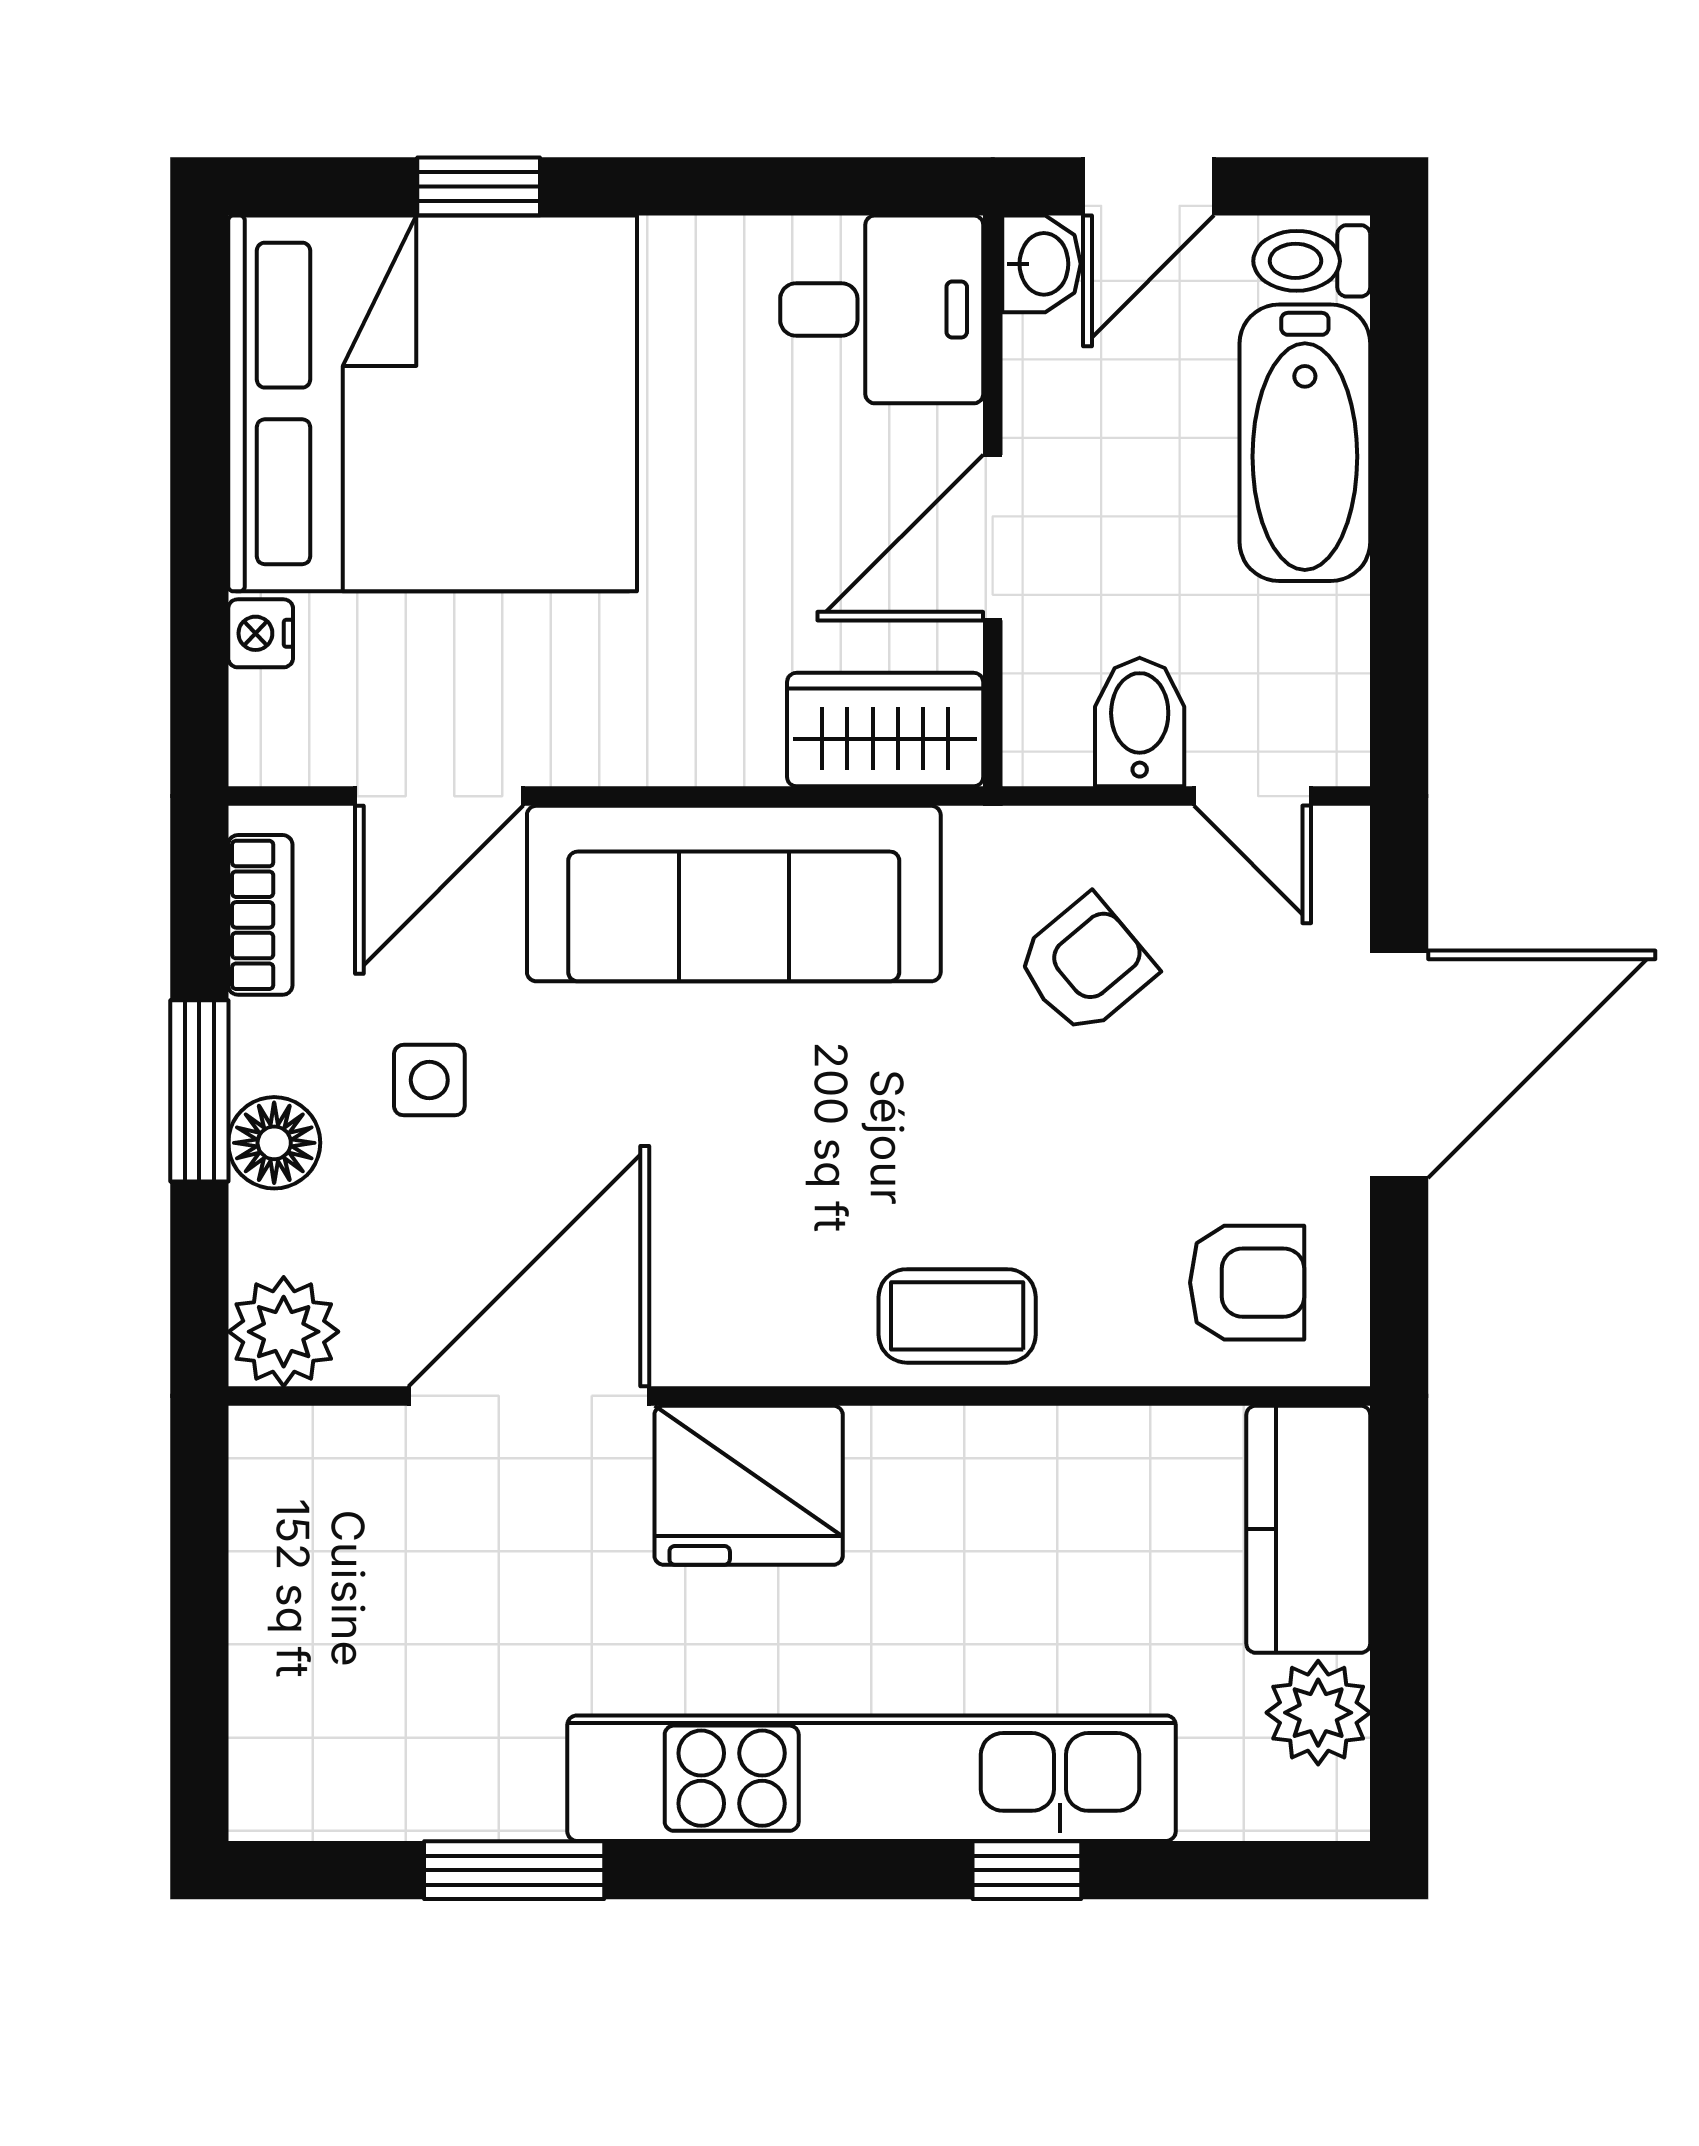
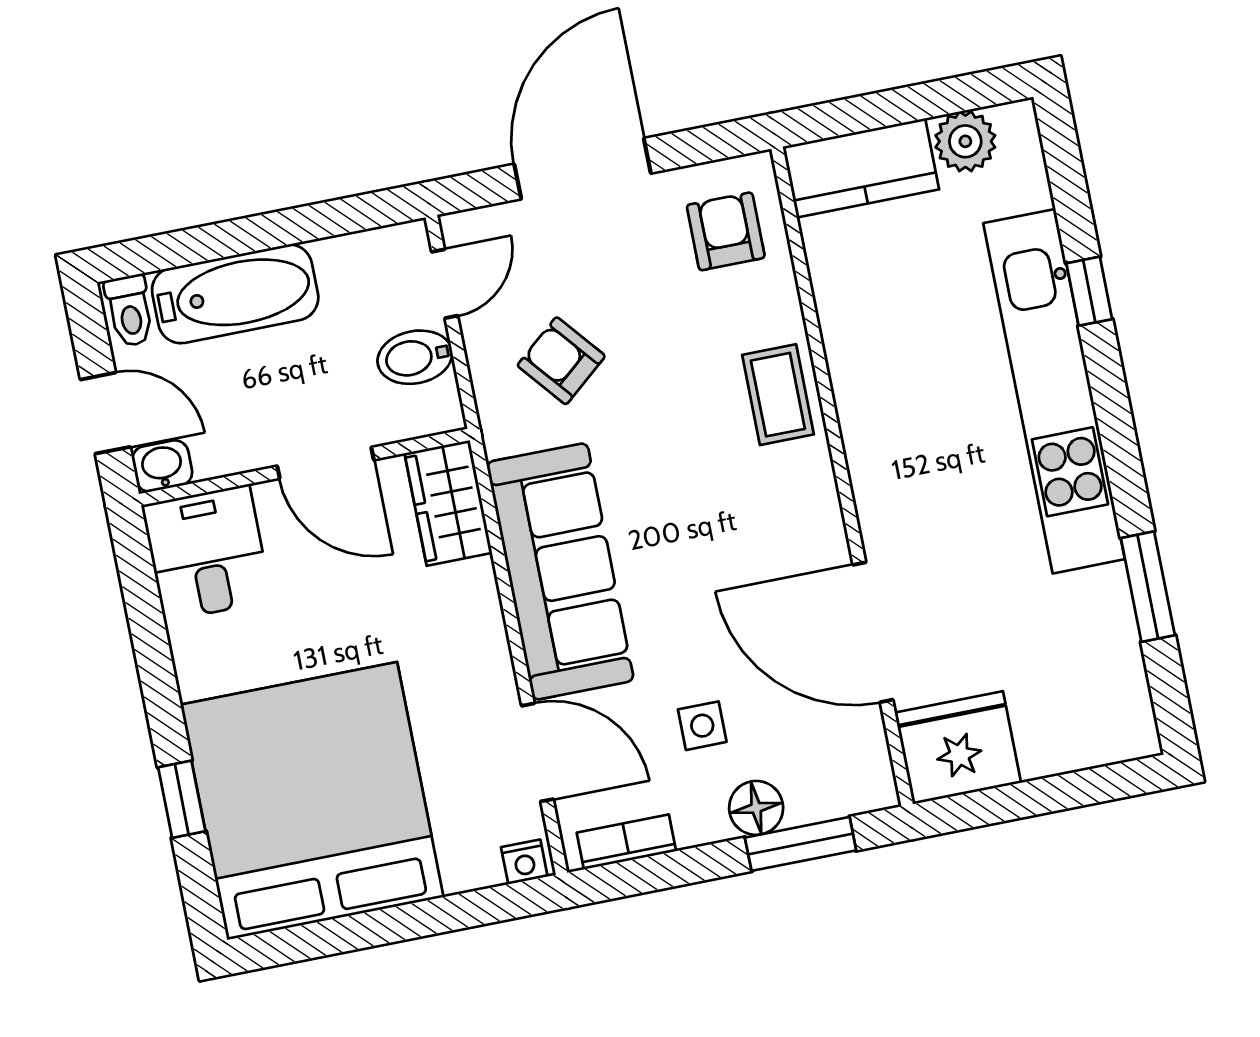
nightstand: (261, 633) -> (524, 862), moved
door: (1399, 1064) -> (582, 169), hinge flipped
window: (199, 1091) -> (801, 844), moved
plant: (284, 1332) -> (864, 781), removed
fridge: (749, 1485) -> (958, 748), moved, turned -90

